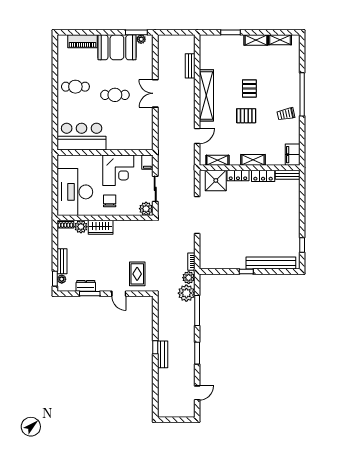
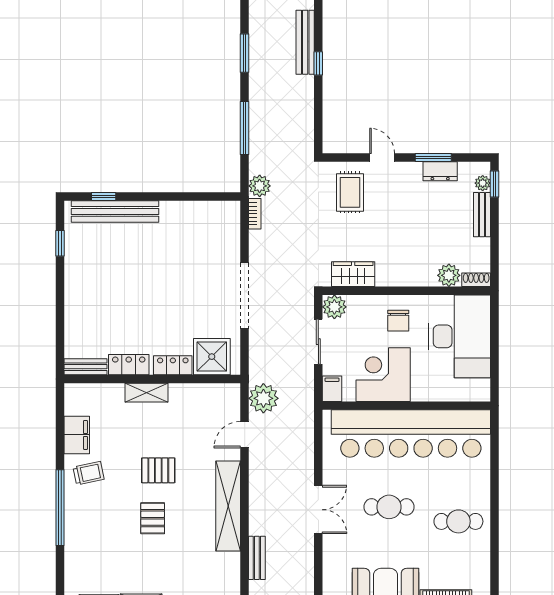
bar counter: (82, 137) -> (411, 433), width x1.86
filing cabinet: (293, 155) -> (77, 435), moved
shelving: (217, 160) -> (209, 392), removed
wardrobe: (101, 227) -> (353, 274), moved
window: (246, 271) -> (104, 197), moved
plant: (186, 293) -> (263, 398), moved
bench: (163, 354) -> (305, 42), width x1.36

